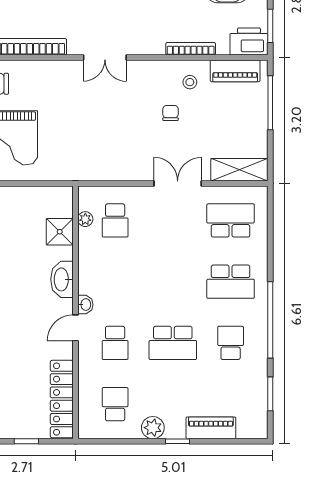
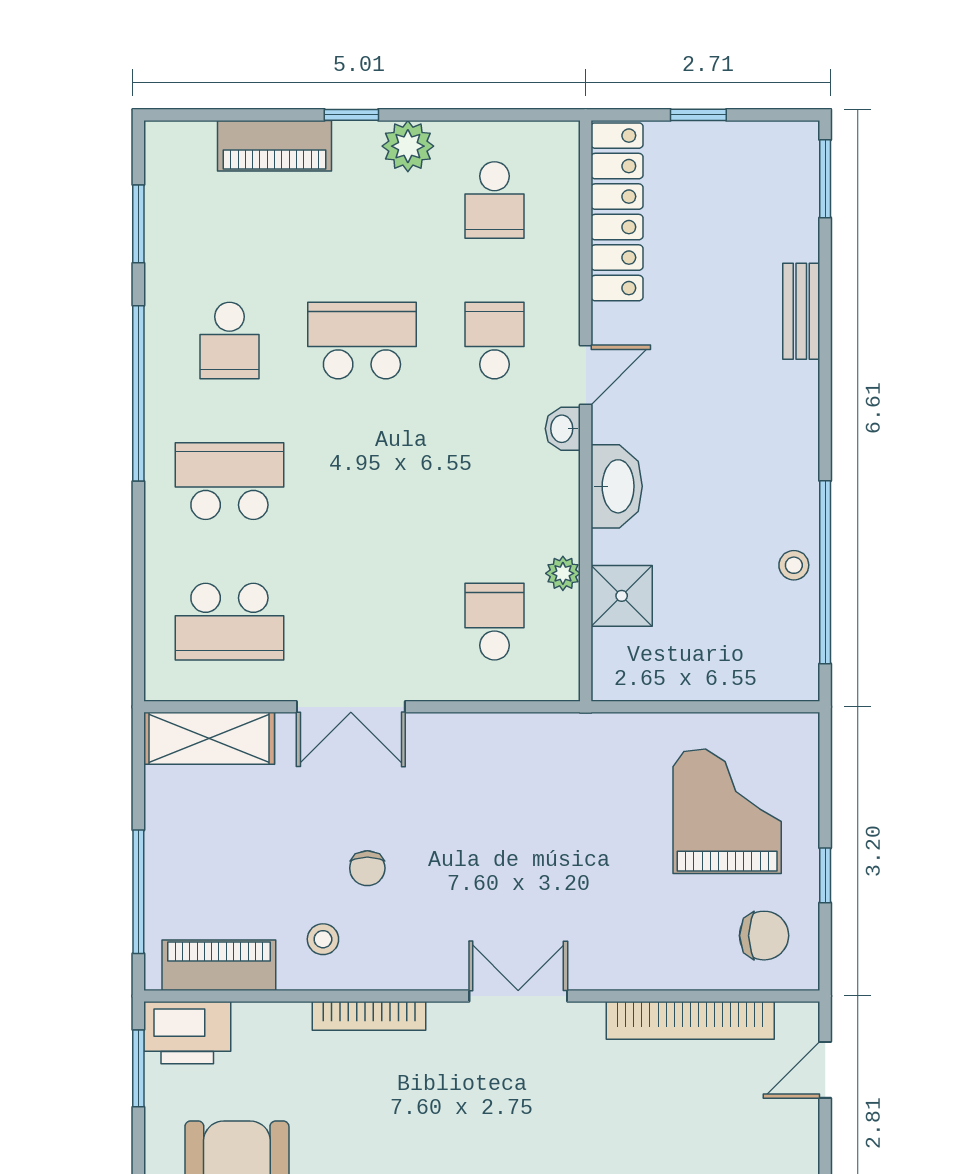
bookcase: (191, 49) -> (369, 1016), moved
plant: (85, 219) -> (563, 573), moved

